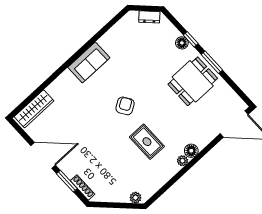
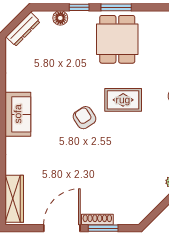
dresser: (149, 17) -> (23, 29), width x1.44
floor lamp: (182, 43) -> (60, 18), moved
rug: (147, 142) -> (123, 100), moved
shoe rack: (83, 187) -> (97, 220), moved

